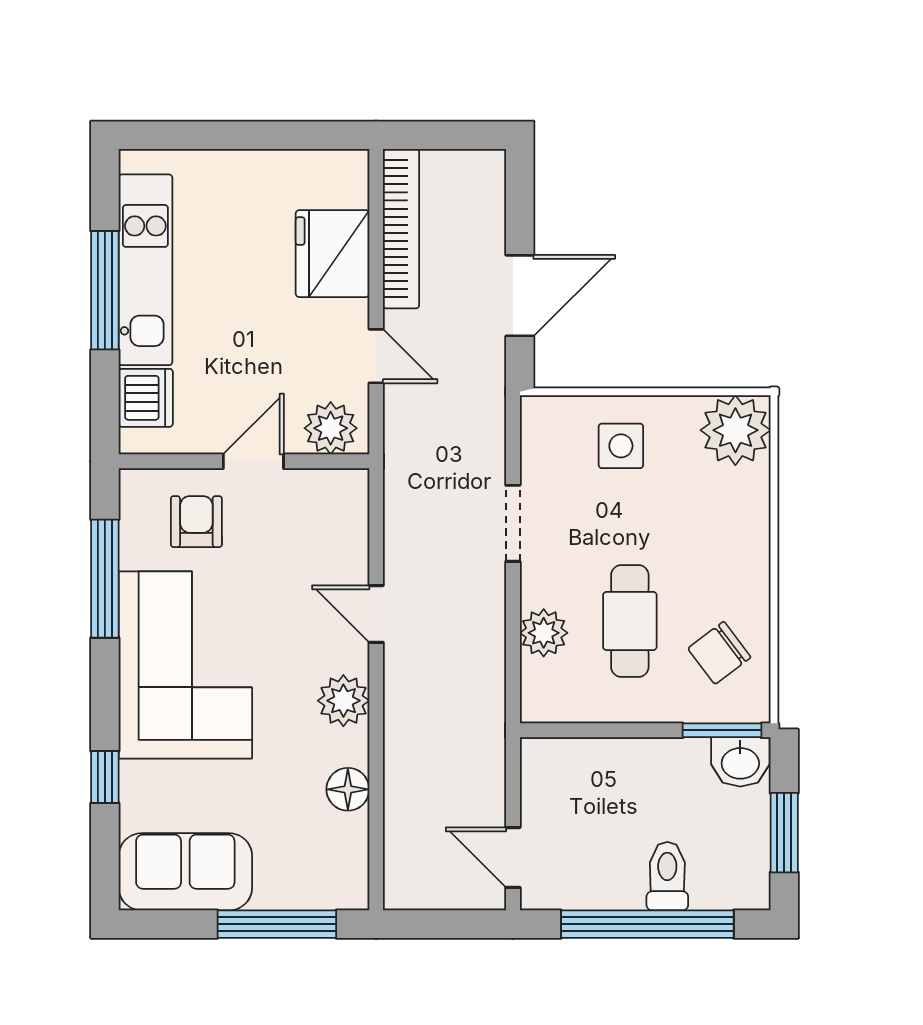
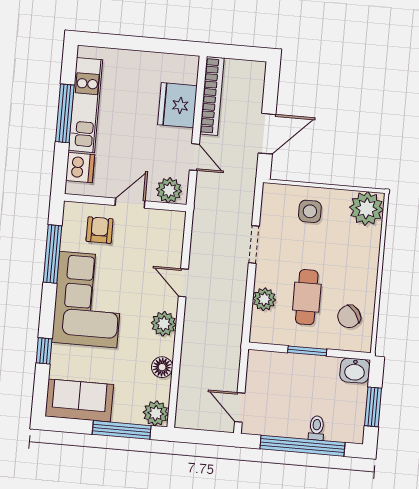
window: (722, 730) -> (307, 351), moved
toilet: (667, 876) -> (317, 428), width x0.73, depth x0.72
plant: (343, 884) -> (156, 413), added

